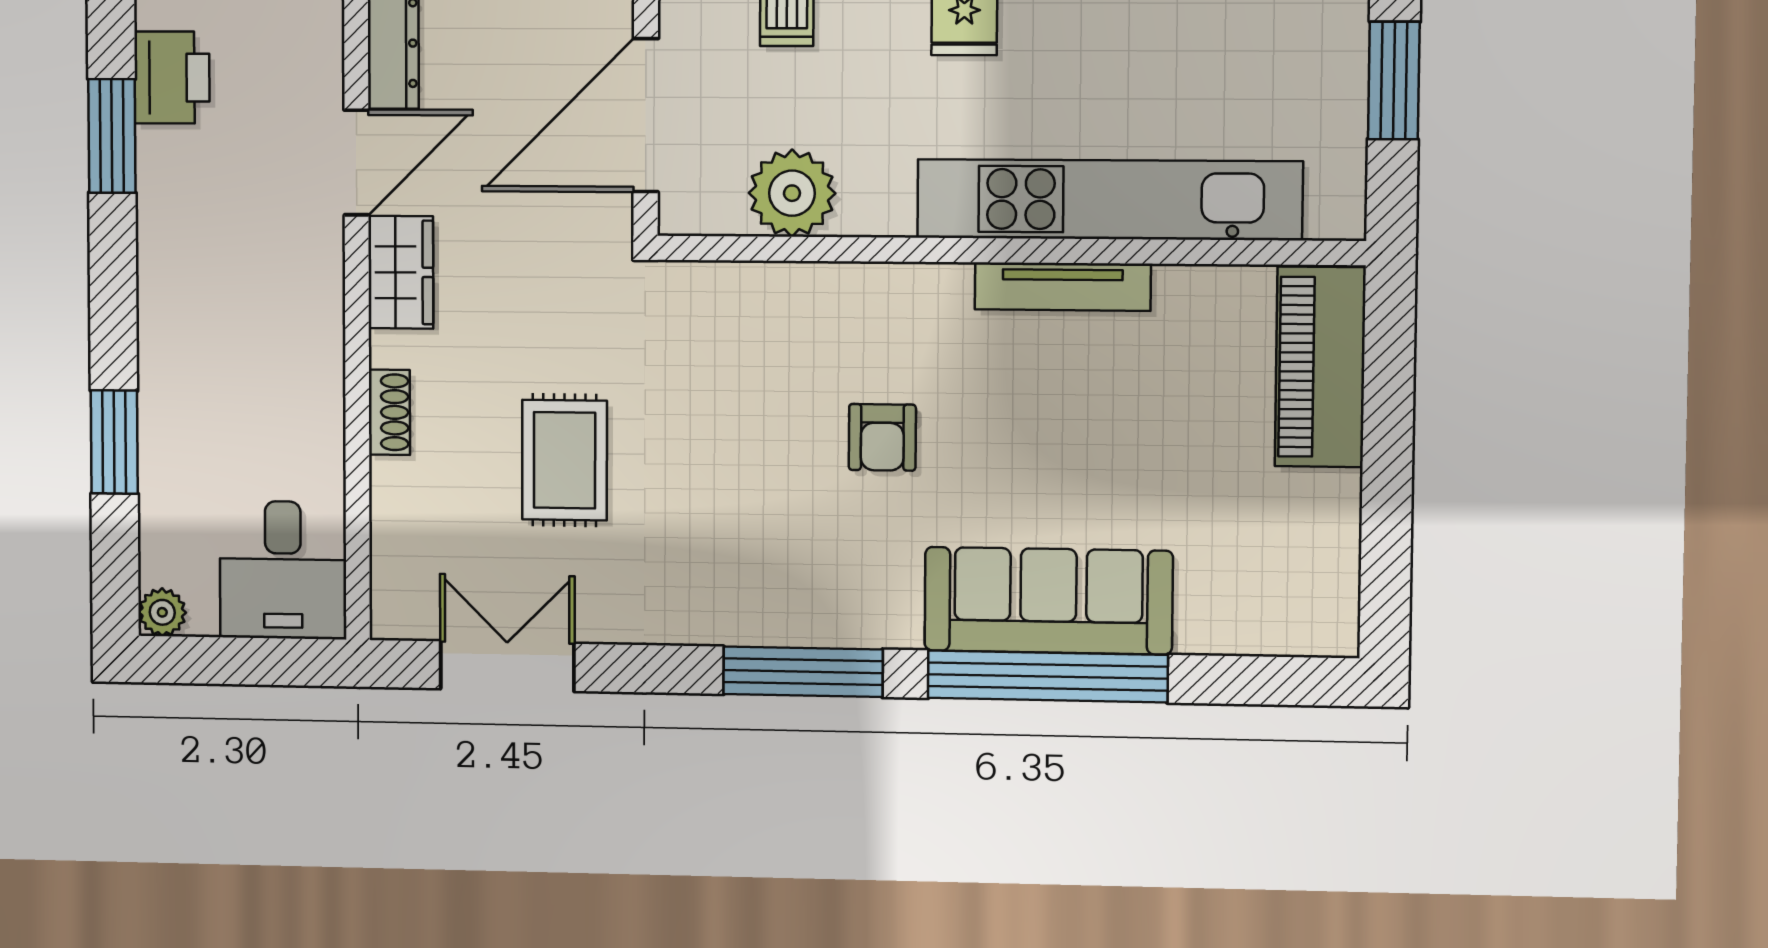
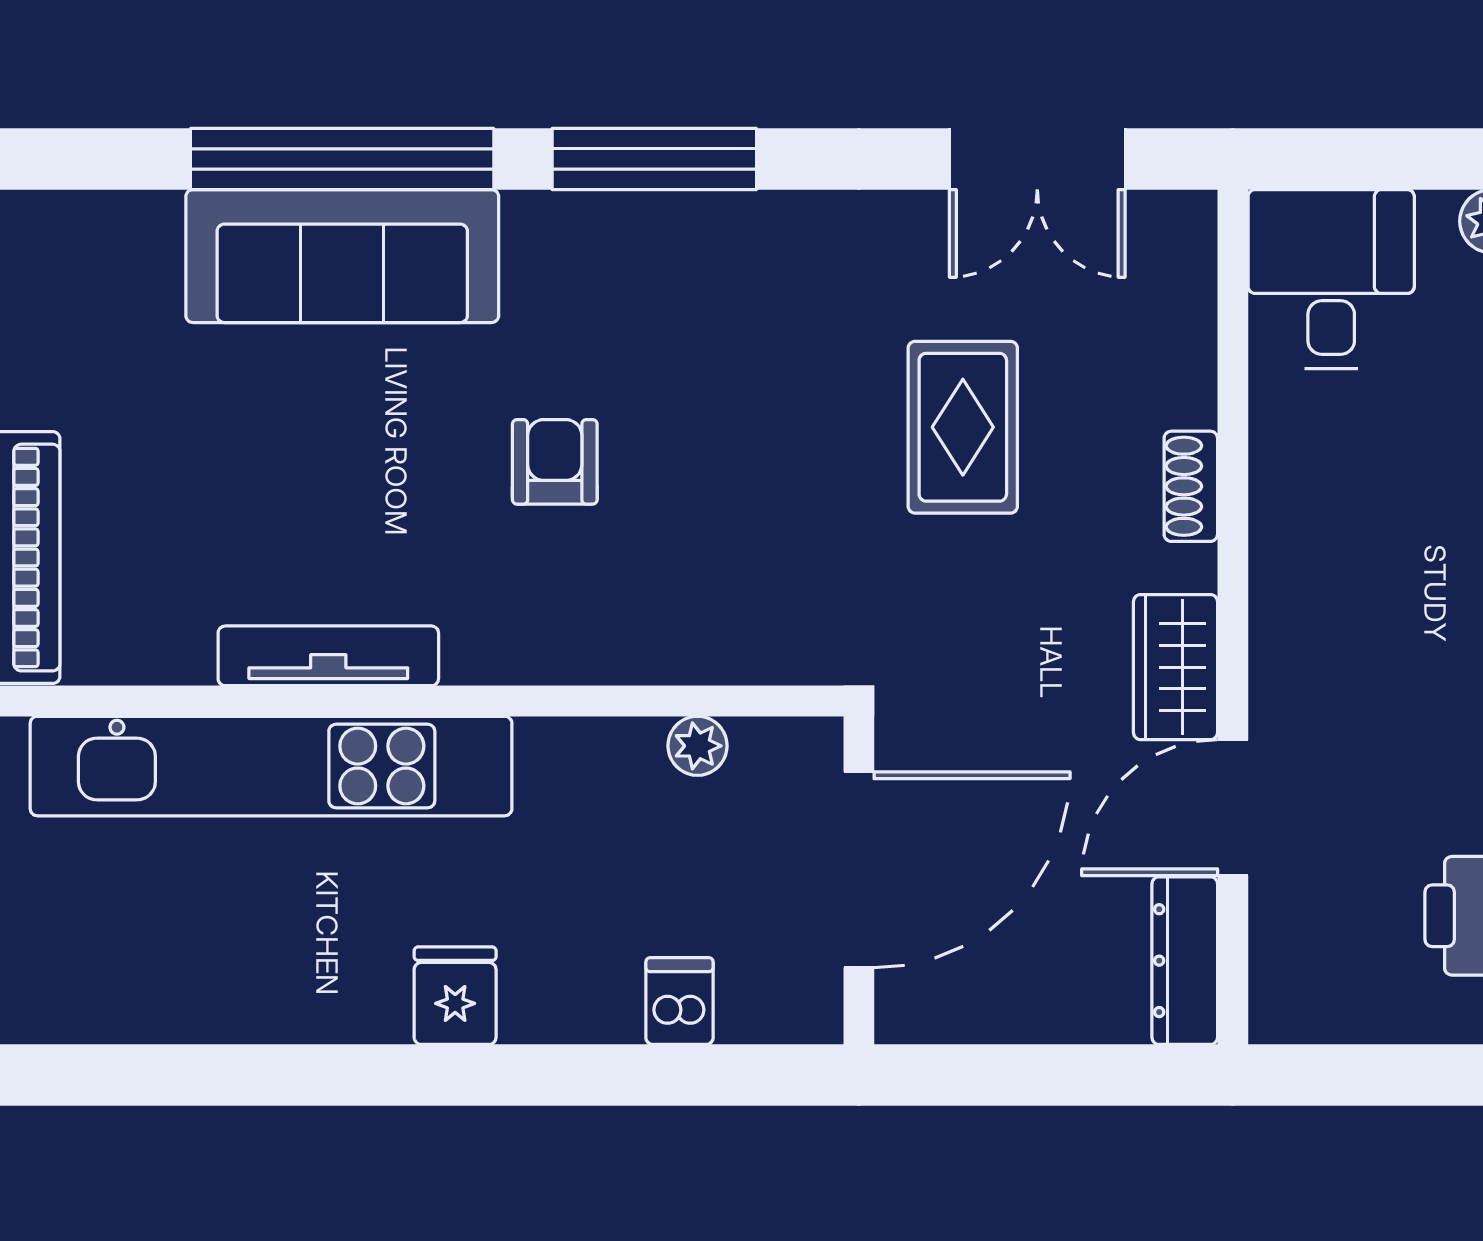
plant: (792, 193) -> (698, 746), width x0.53, depth x0.53

